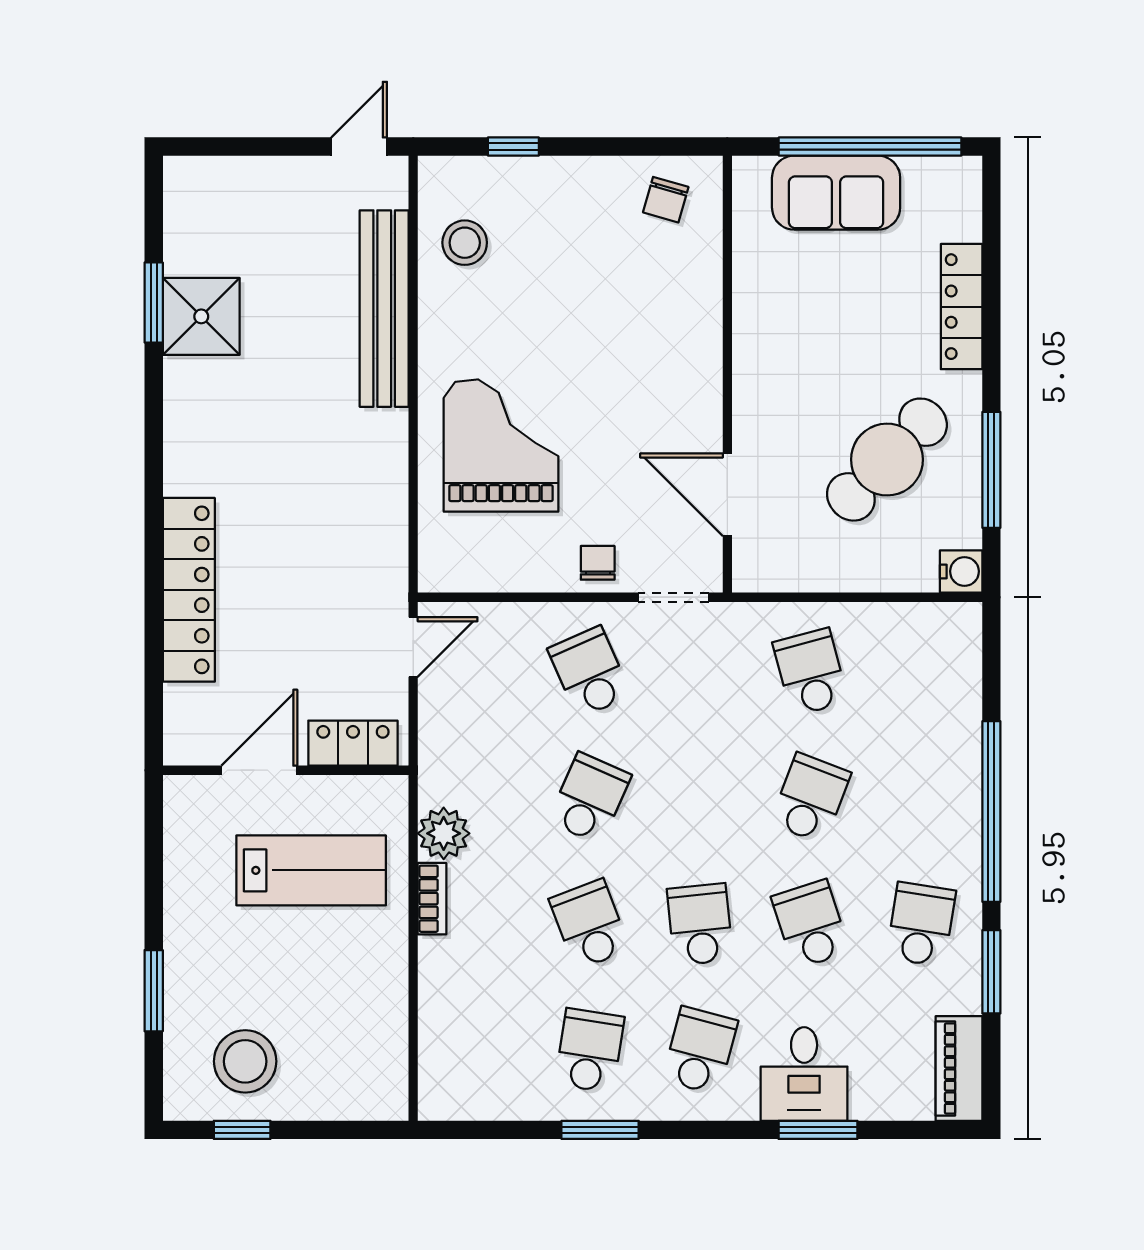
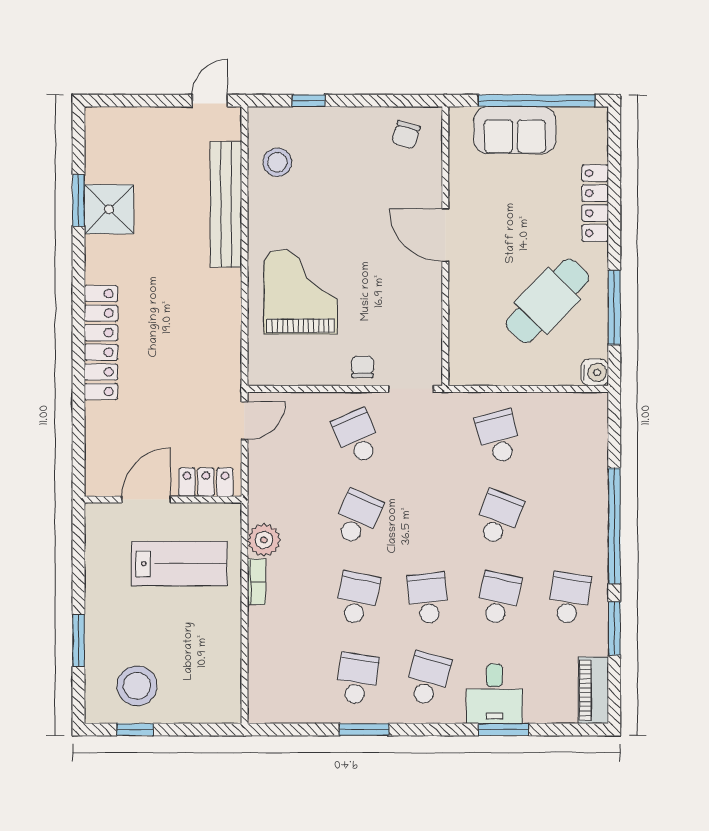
door: (727, 495) -> (445, 235), moved
locker: (189, 590) -> (101, 343), moved
school desk: (590, 924) -> (357, 598), turned 33
school desk: (810, 924) -> (499, 598), turned 30

